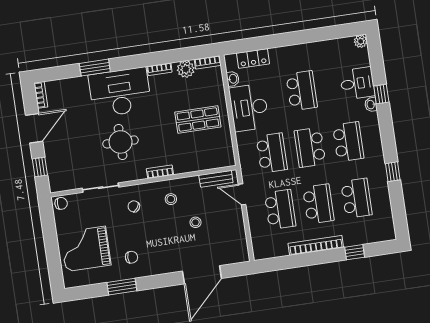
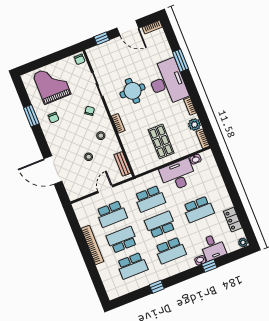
locker: (253, 58) -> (233, 220), moved
door: (242, 194) -> (105, 189), moved
school desk: (318, 204) -> (122, 240), turned 180
window: (355, 252) -> (94, 273), removed

